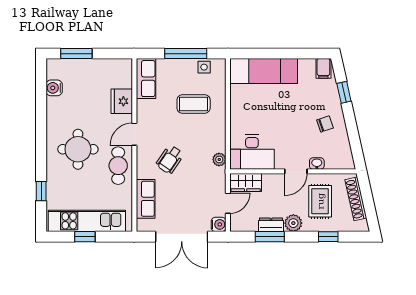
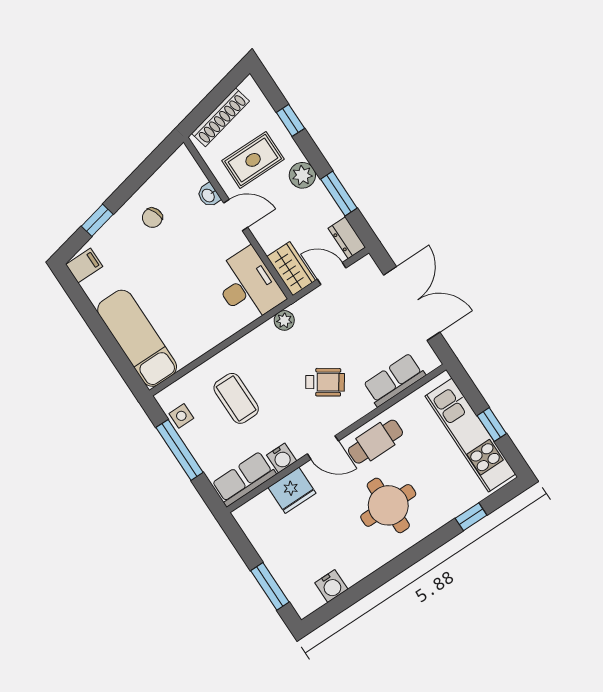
chair: (325, 124) -> (152, 218), turned -93
water cooler: (219, 224) -> (282, 458), moved, turned 180
dresser: (271, 225) -> (347, 238), moved

